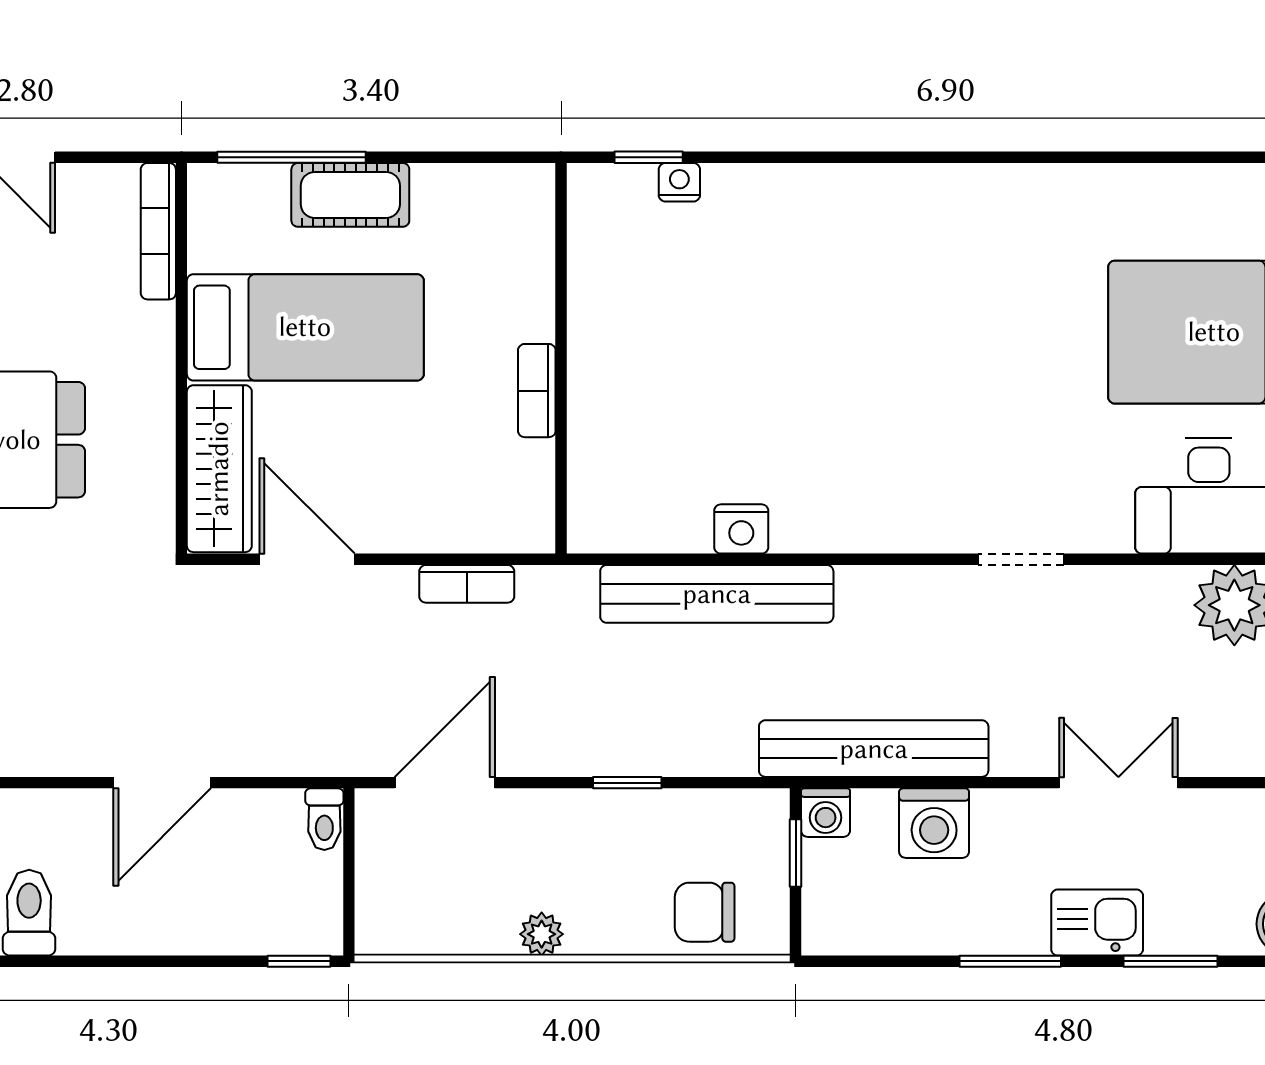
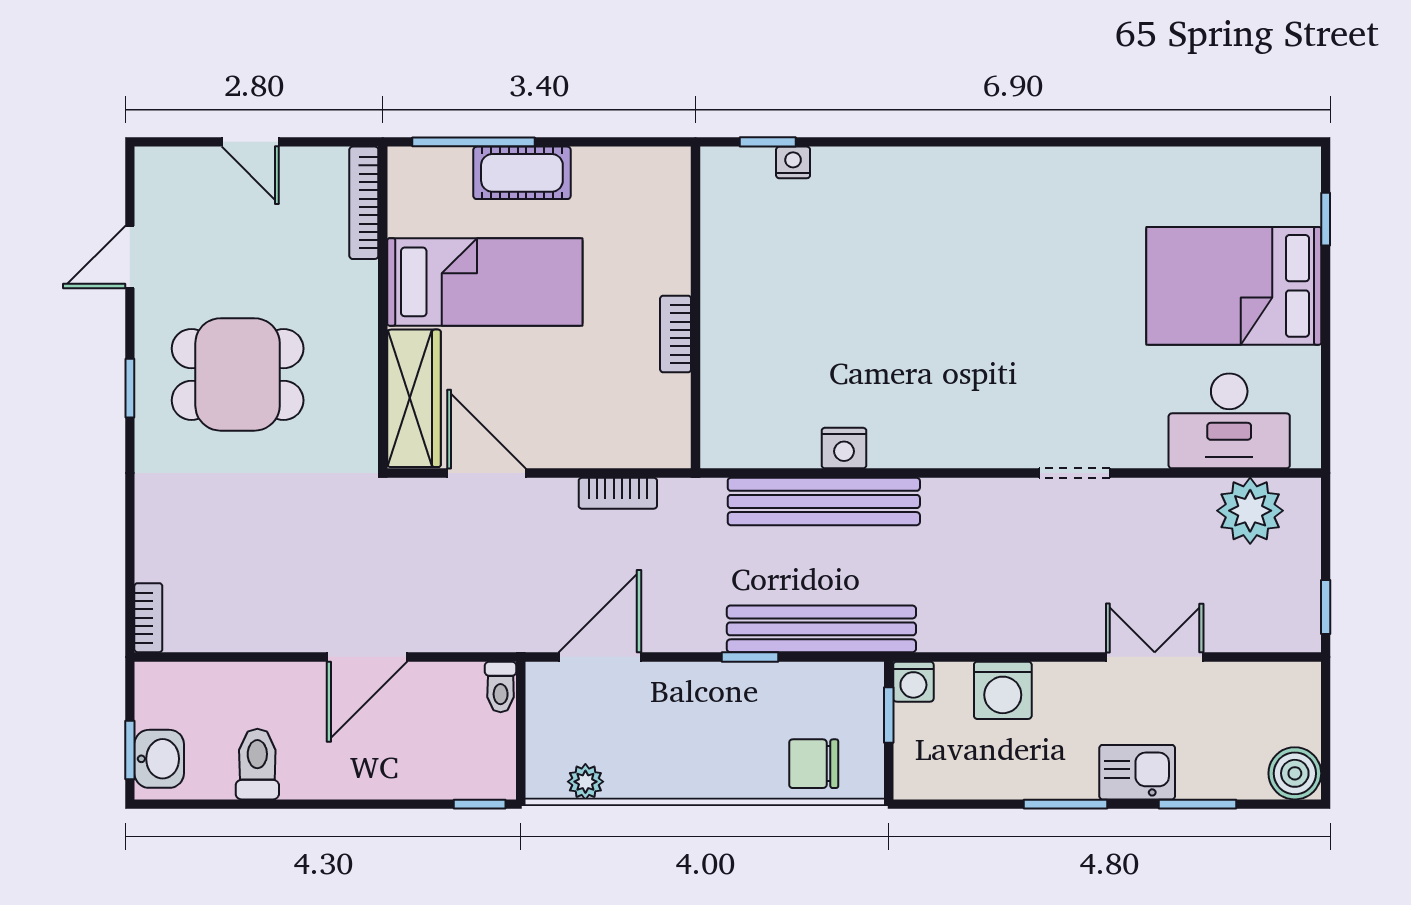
bench: (874, 749) -> (821, 629), moved
plant: (542, 934) -> (585, 782), moved

